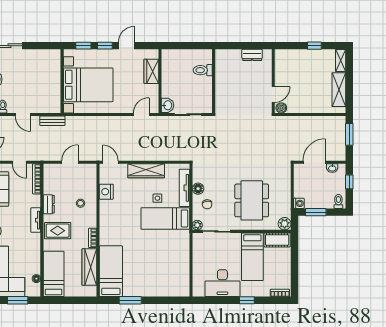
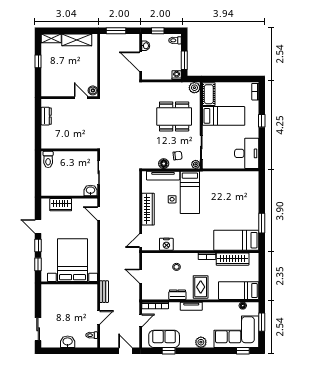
toilet: (203, 70) -> (48, 159), moved
desk: (222, 283) -> (247, 153), moved

